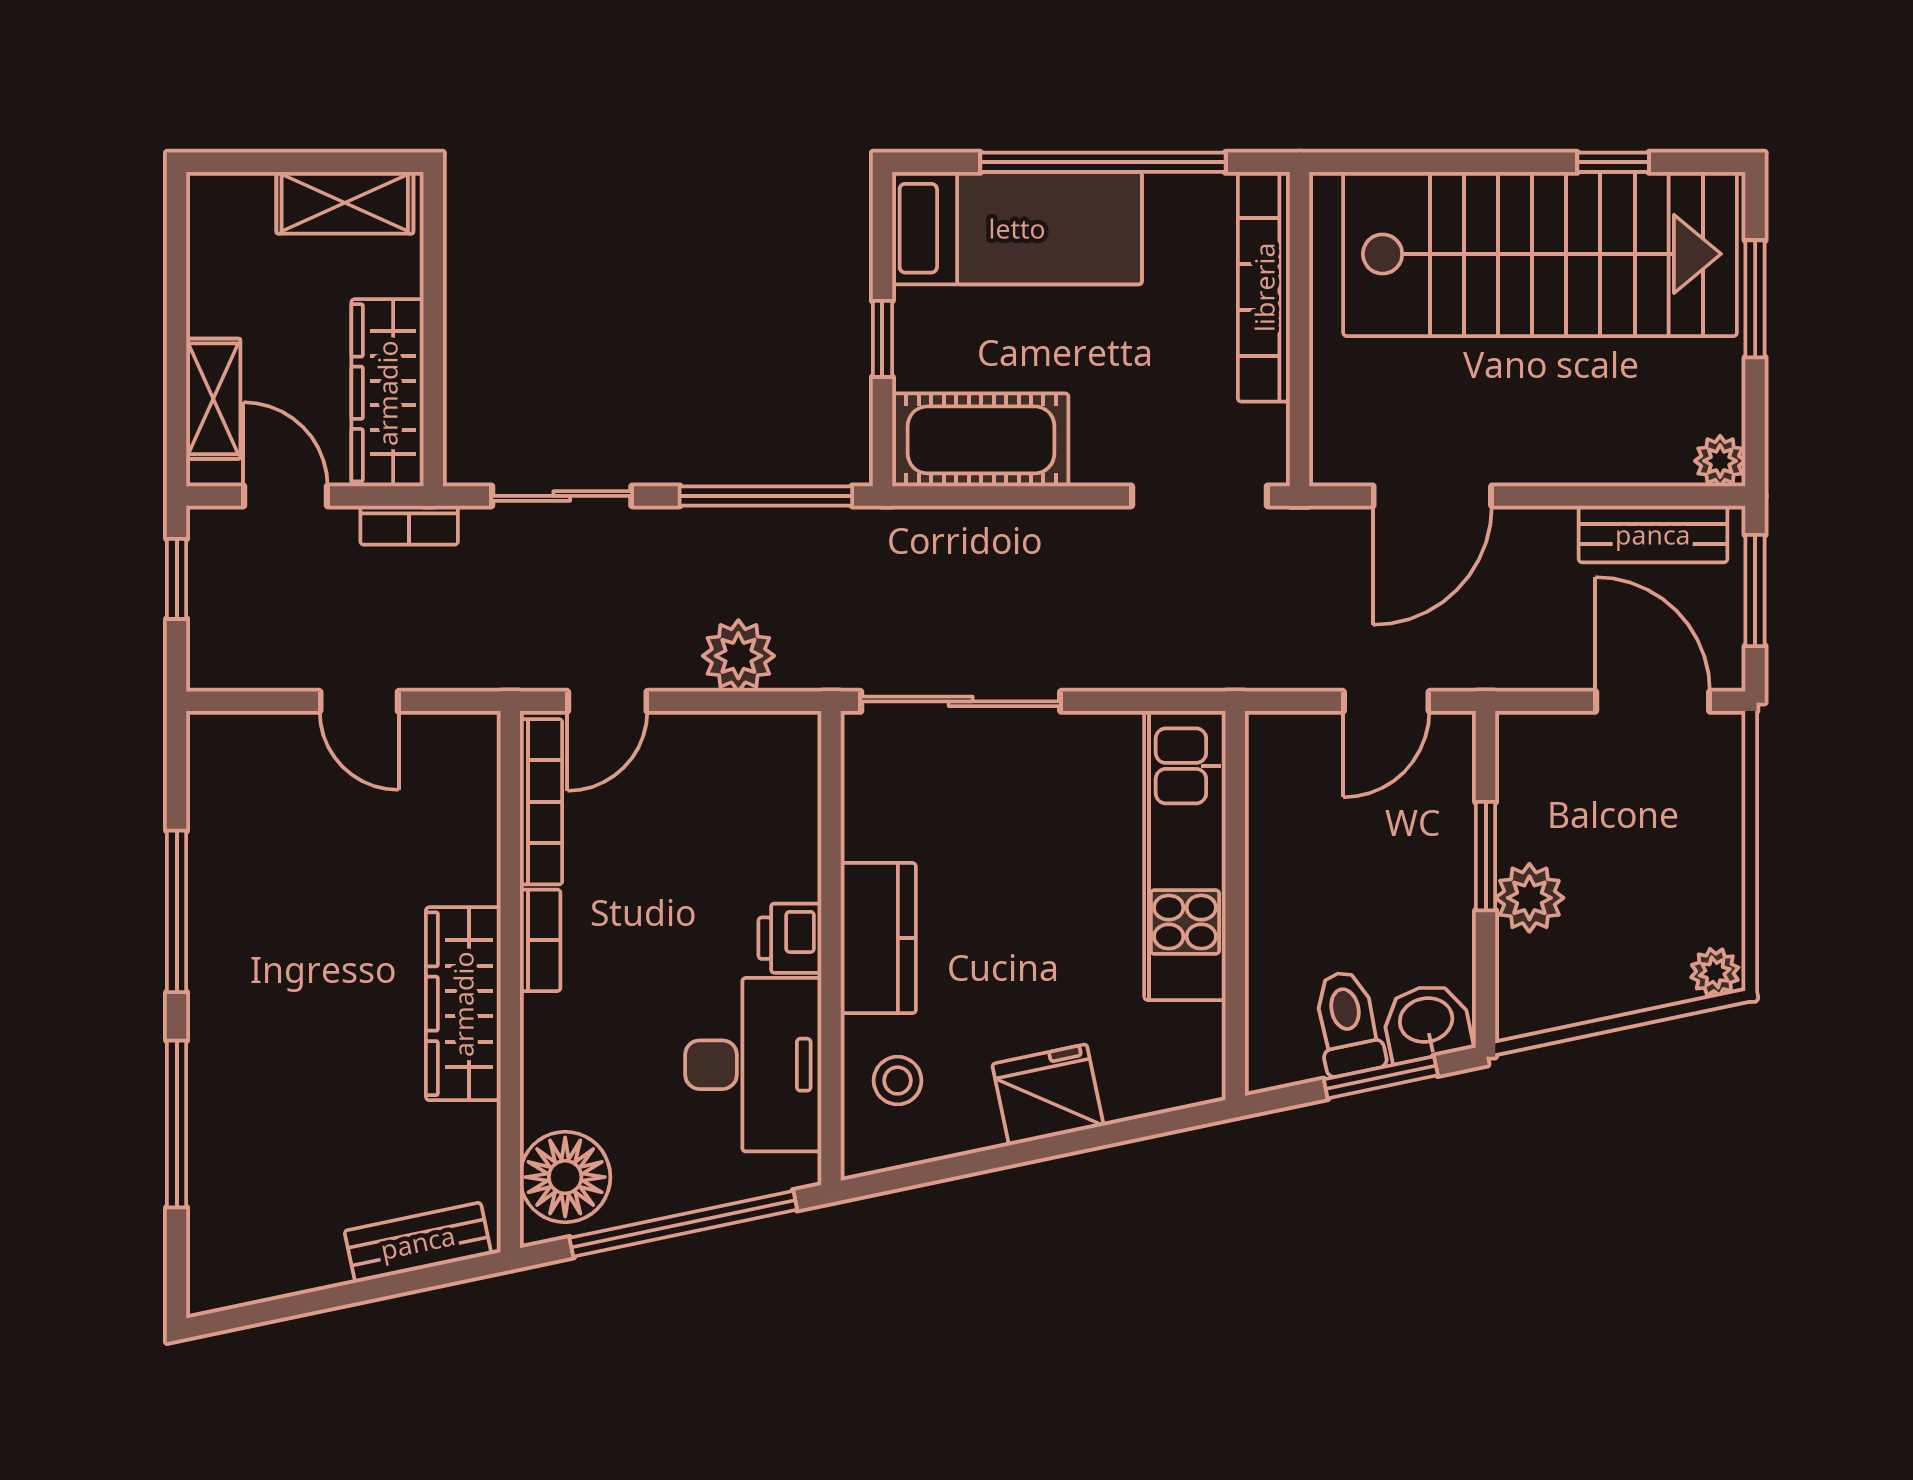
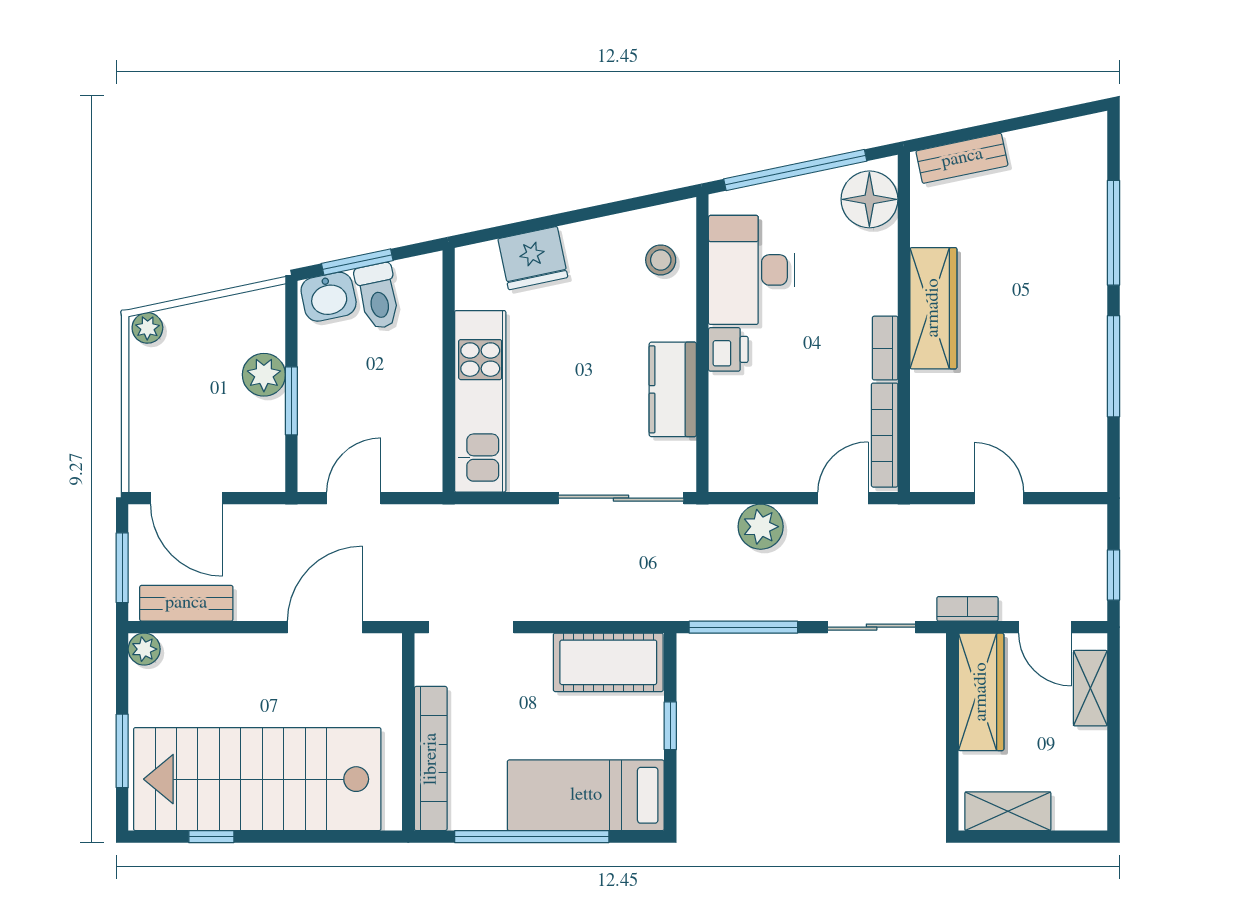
kitchen counter: (878, 938) -> (673, 389), moved
fridge: (1048, 1095) -> (533, 258), moved

